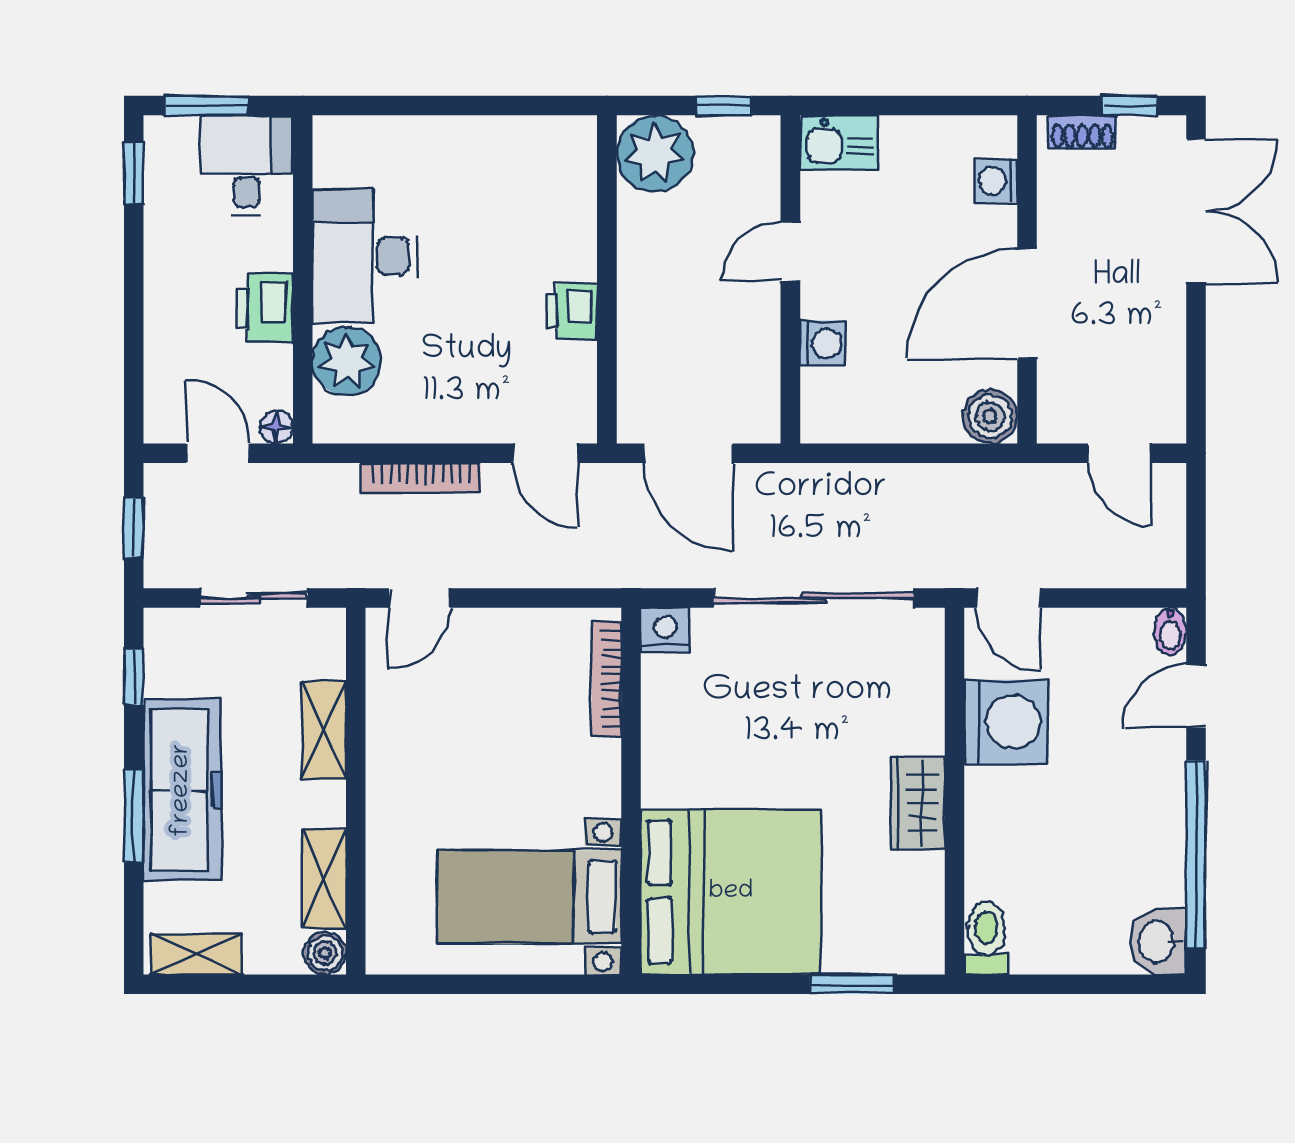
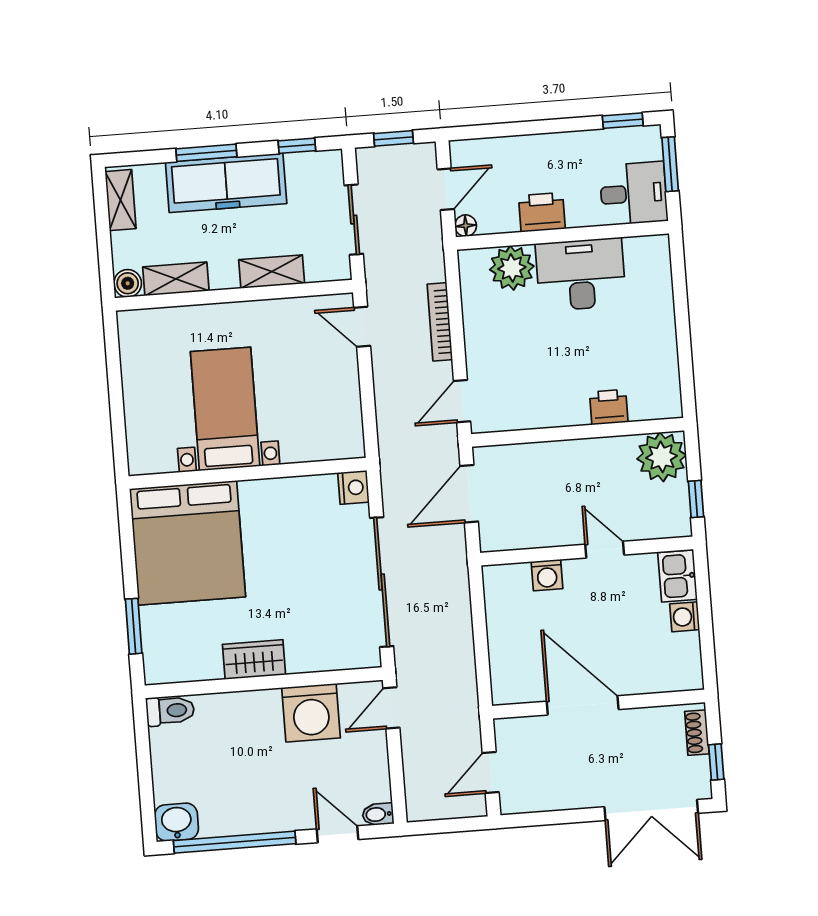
washing machine: (996, 181) -> (685, 617), moved, turned -90
printer: (572, 311) -> (609, 407), moved
boiler: (990, 416) -> (508, 687), removed
bookcase: (607, 679) -> (319, 452), removed
bed with nightstands: (529, 897) -> (225, 409), moved

